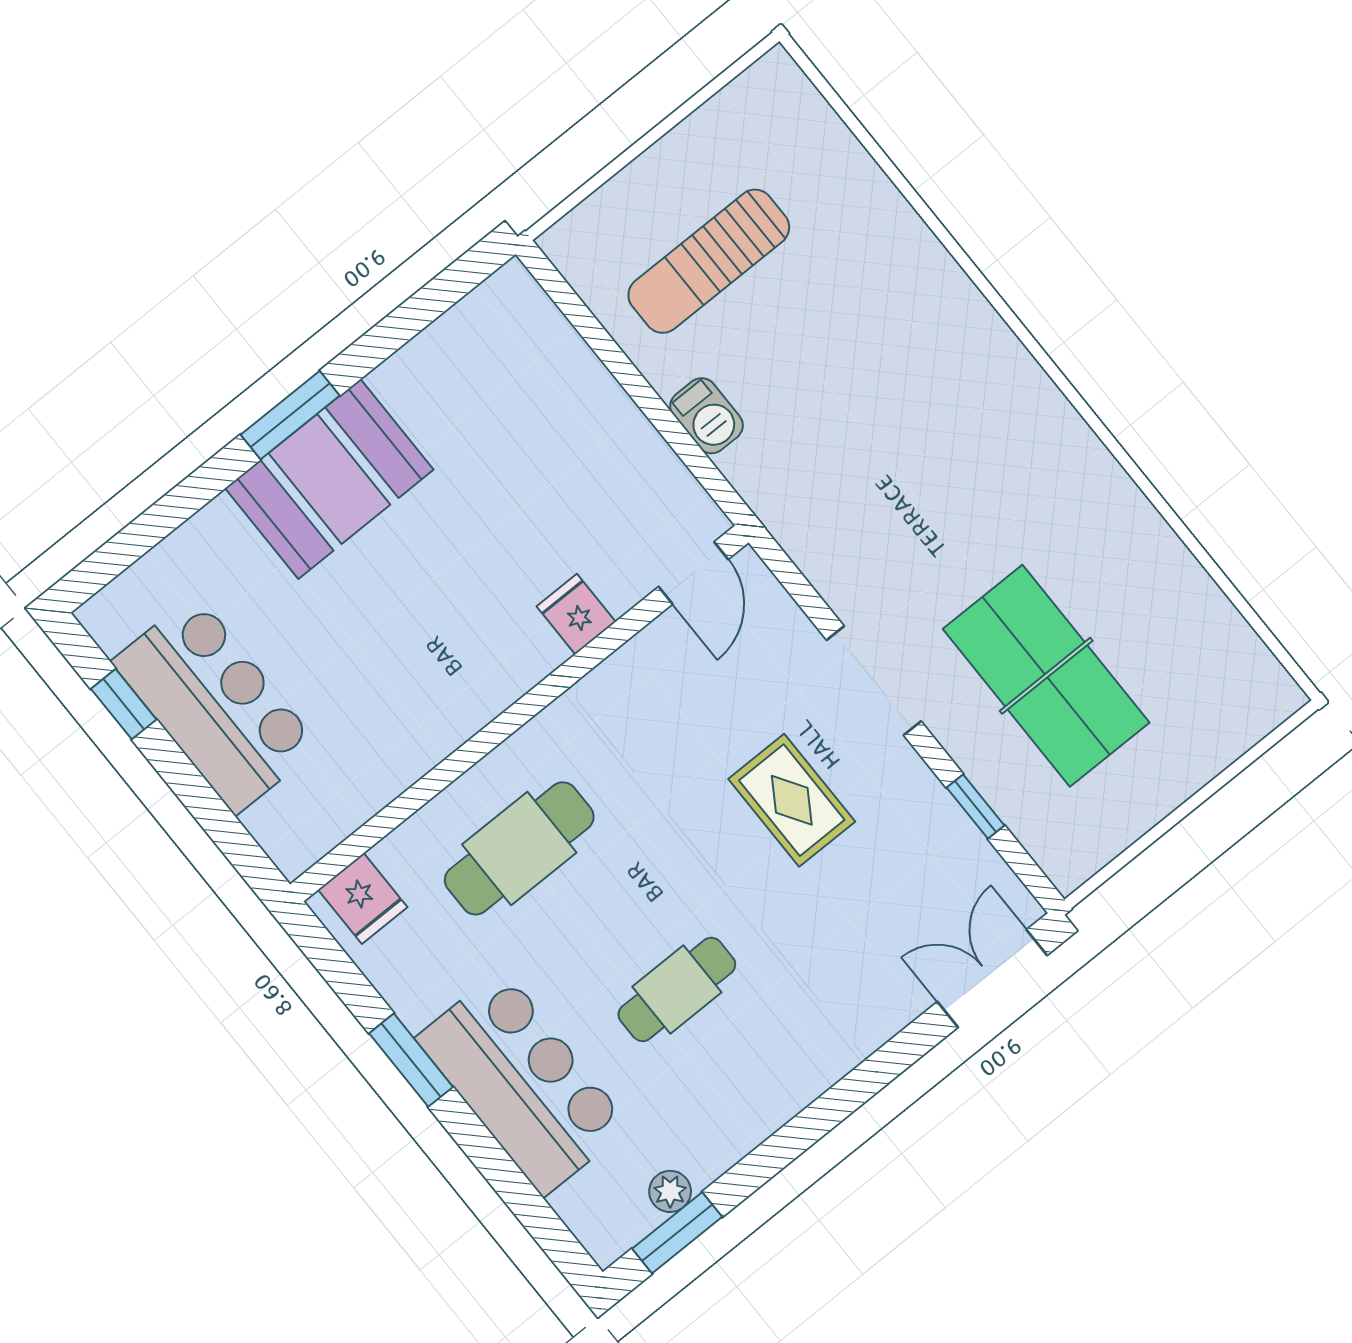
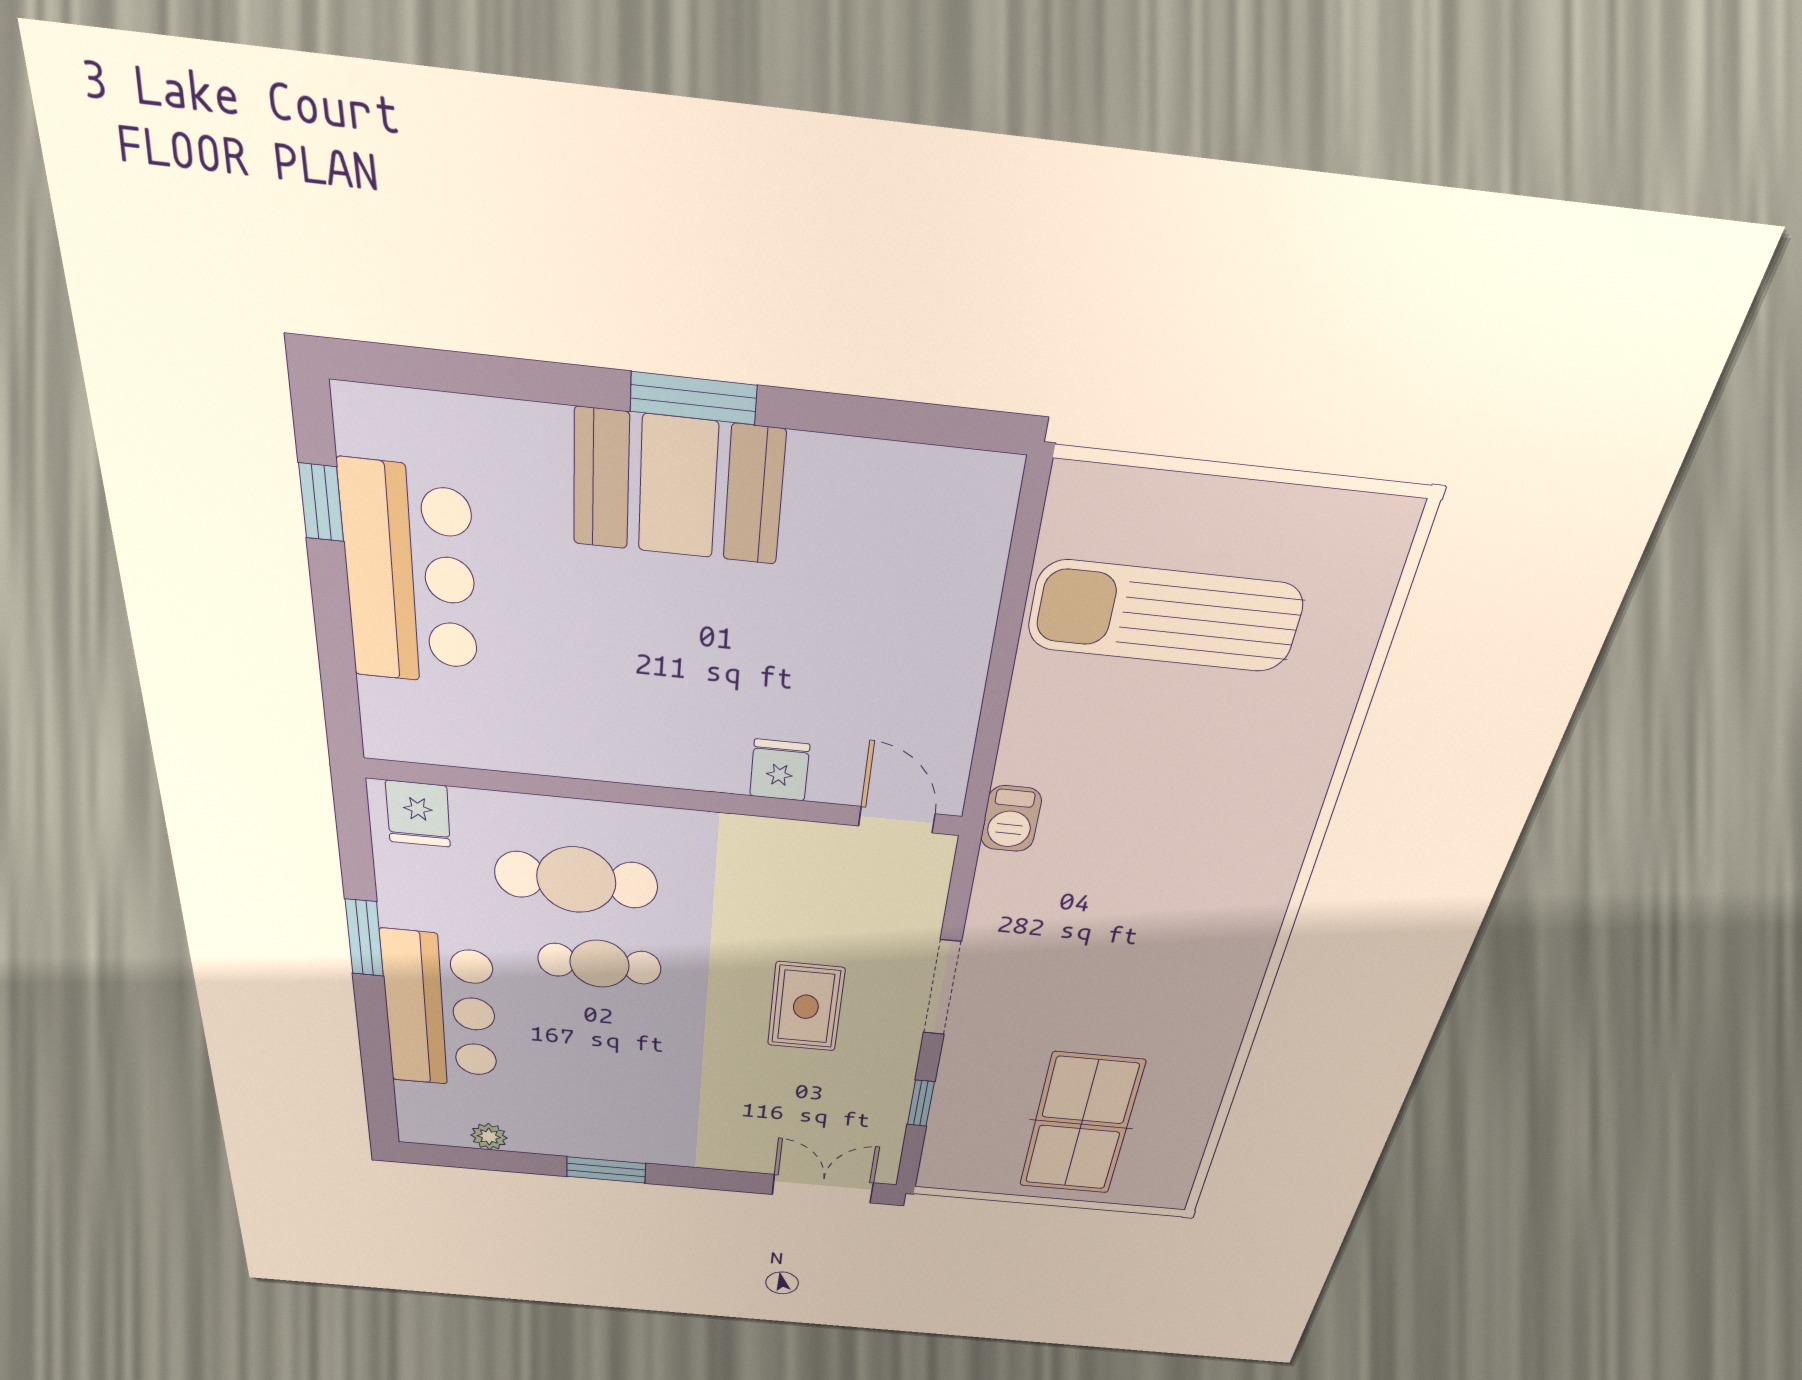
sun lounger: (709, 261) -> (1165, 616), width x1.36, depth x1.34
barbecue: (707, 416) -> (1011, 819), moved
door: (693, 573) -> (897, 820), swing flipped
table tennis table: (1046, 676) -> (1081, 1124), moved
cafe table: (677, 989) -> (599, 964), moved
window: (677, 1233) -> (606, 1170), moved

